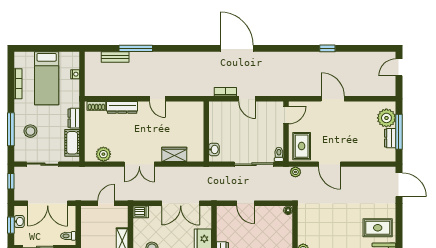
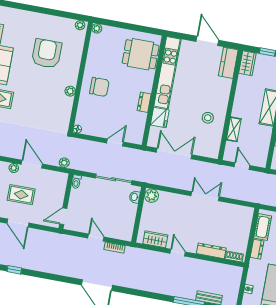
rug: (302, 146) -> (21, 195), moved, turned 90
plant: (103, 154) -> (152, 196), moved
wardrobe: (174, 154) -> (155, 239), moved, turned 180
plant: (348, 157) -> (14, 168), added
sliding door: (254, 164) -> (114, 179), moved
door: (106, 203) -> (242, 166), swing flipped
door: (246, 203) -> (115, 143), hinge flipped
dishwasher: (141, 212) -> (212, 153), removed

